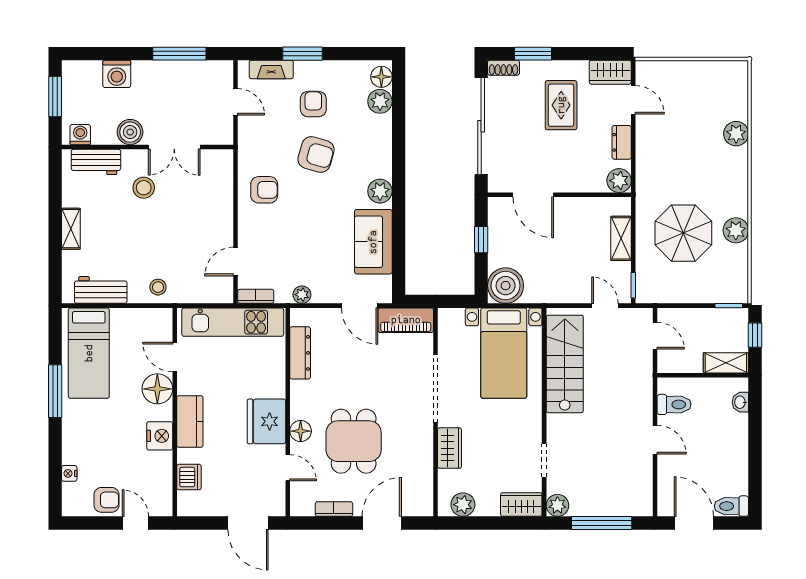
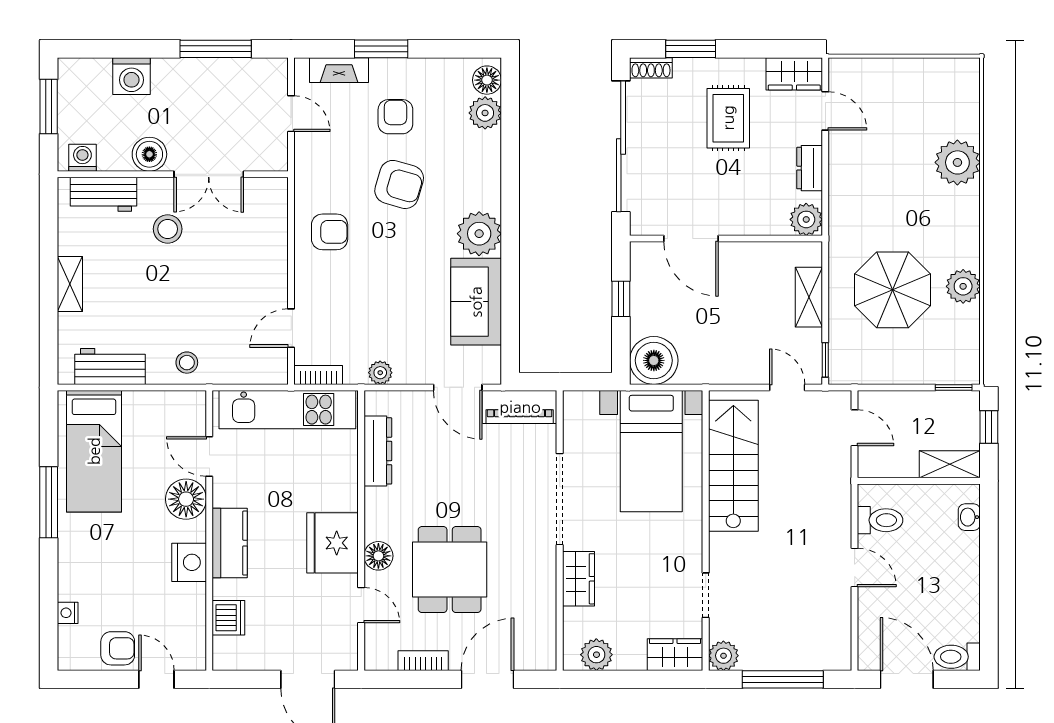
plant: (736, 134) -> (957, 162), width x1.36, depth x1.36
plant: (380, 191) -> (479, 234), width x1.36, depth x1.36

